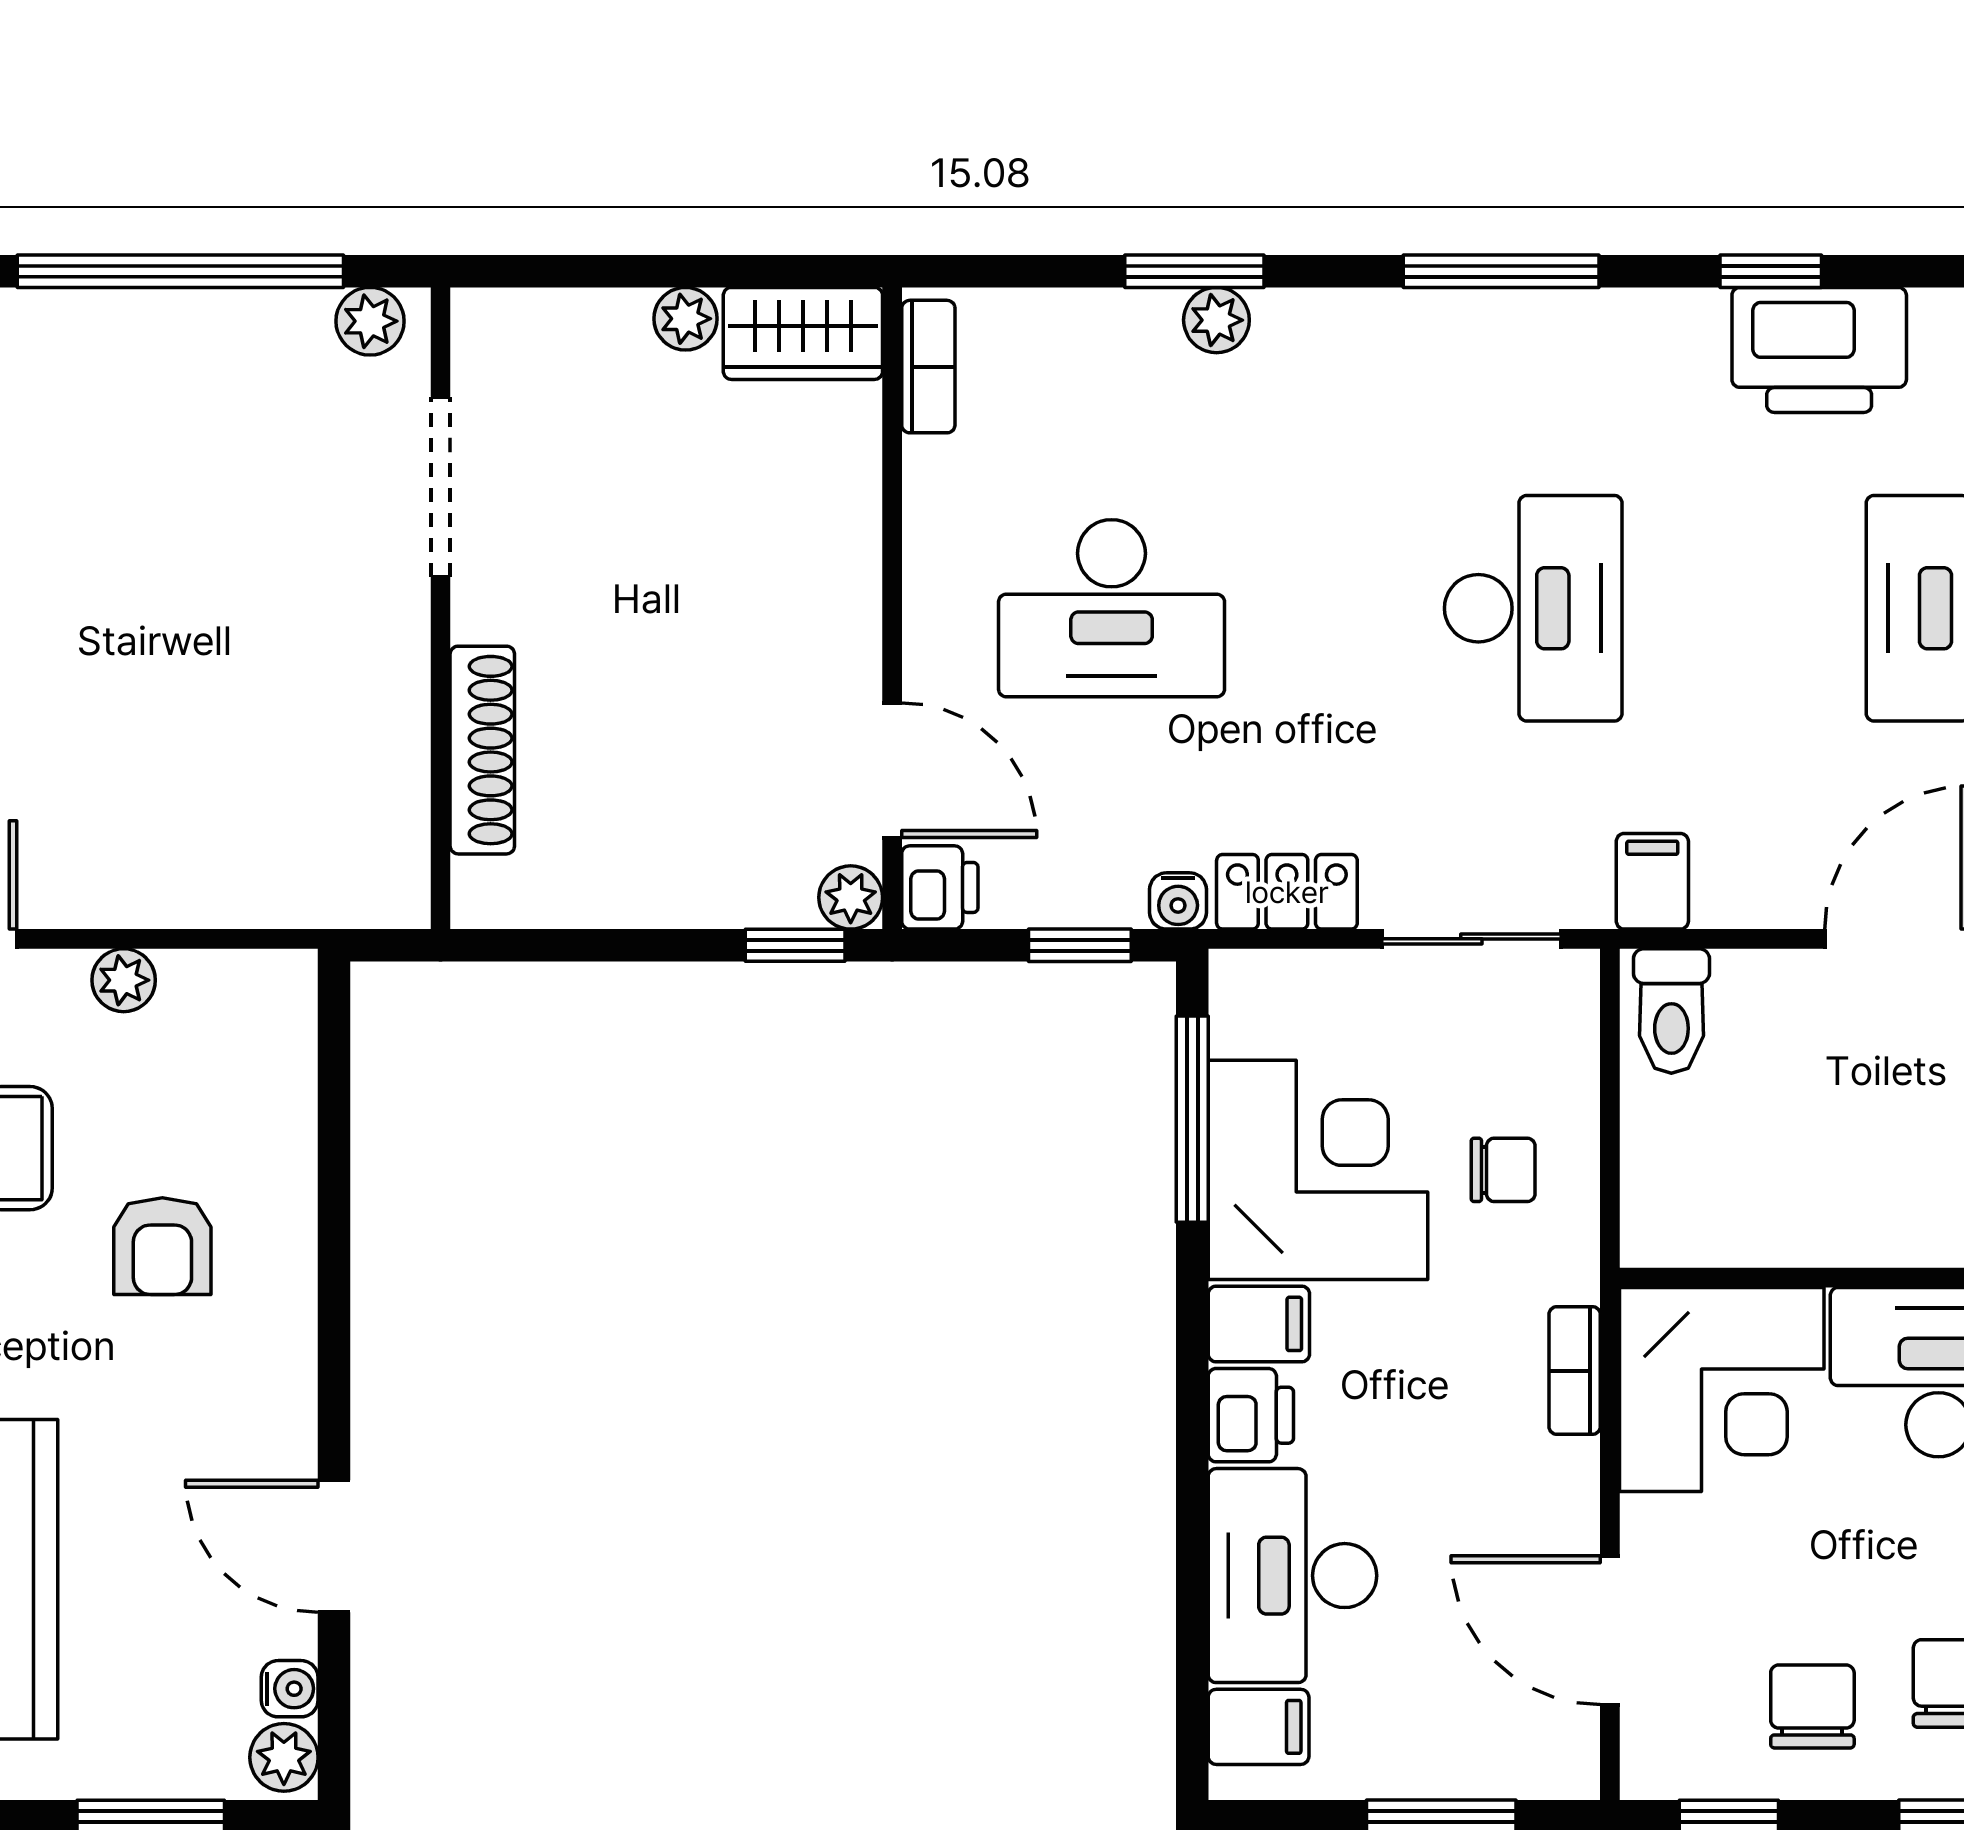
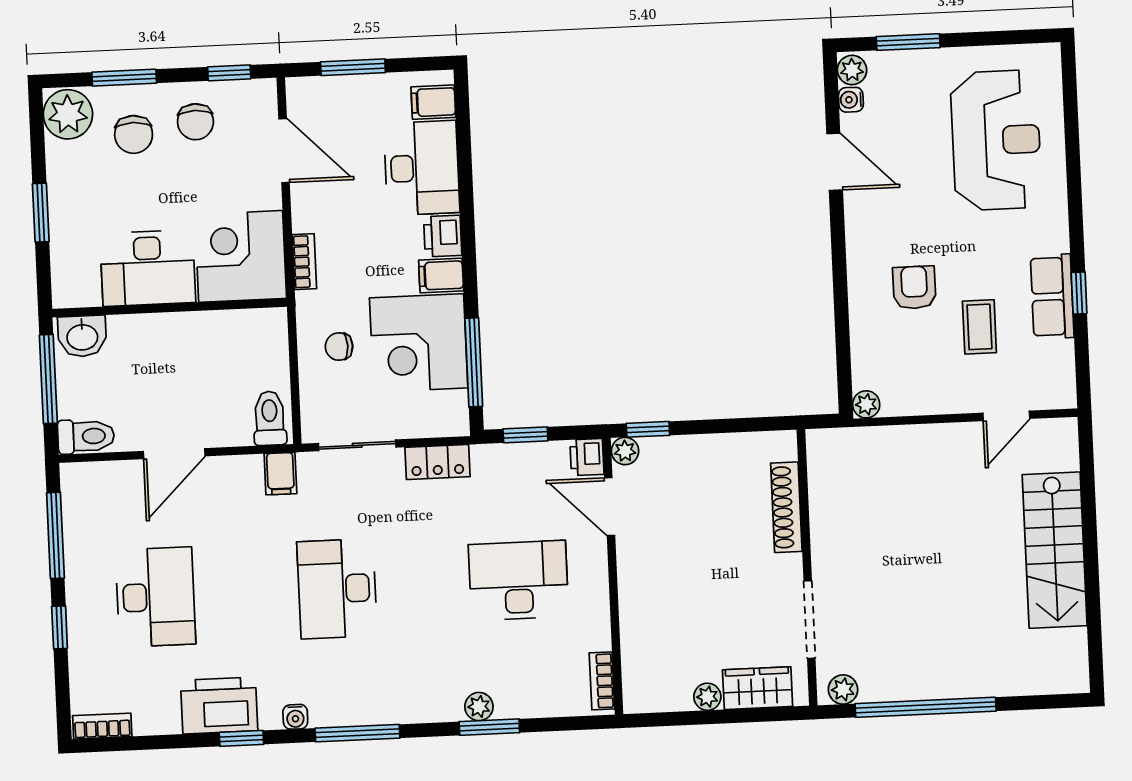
wardrobe: (803, 333) -> (758, 688), moved
water cooler: (1178, 901) -> (295, 717), moved, turned 180
plant: (124, 980) -> (866, 404), moved

